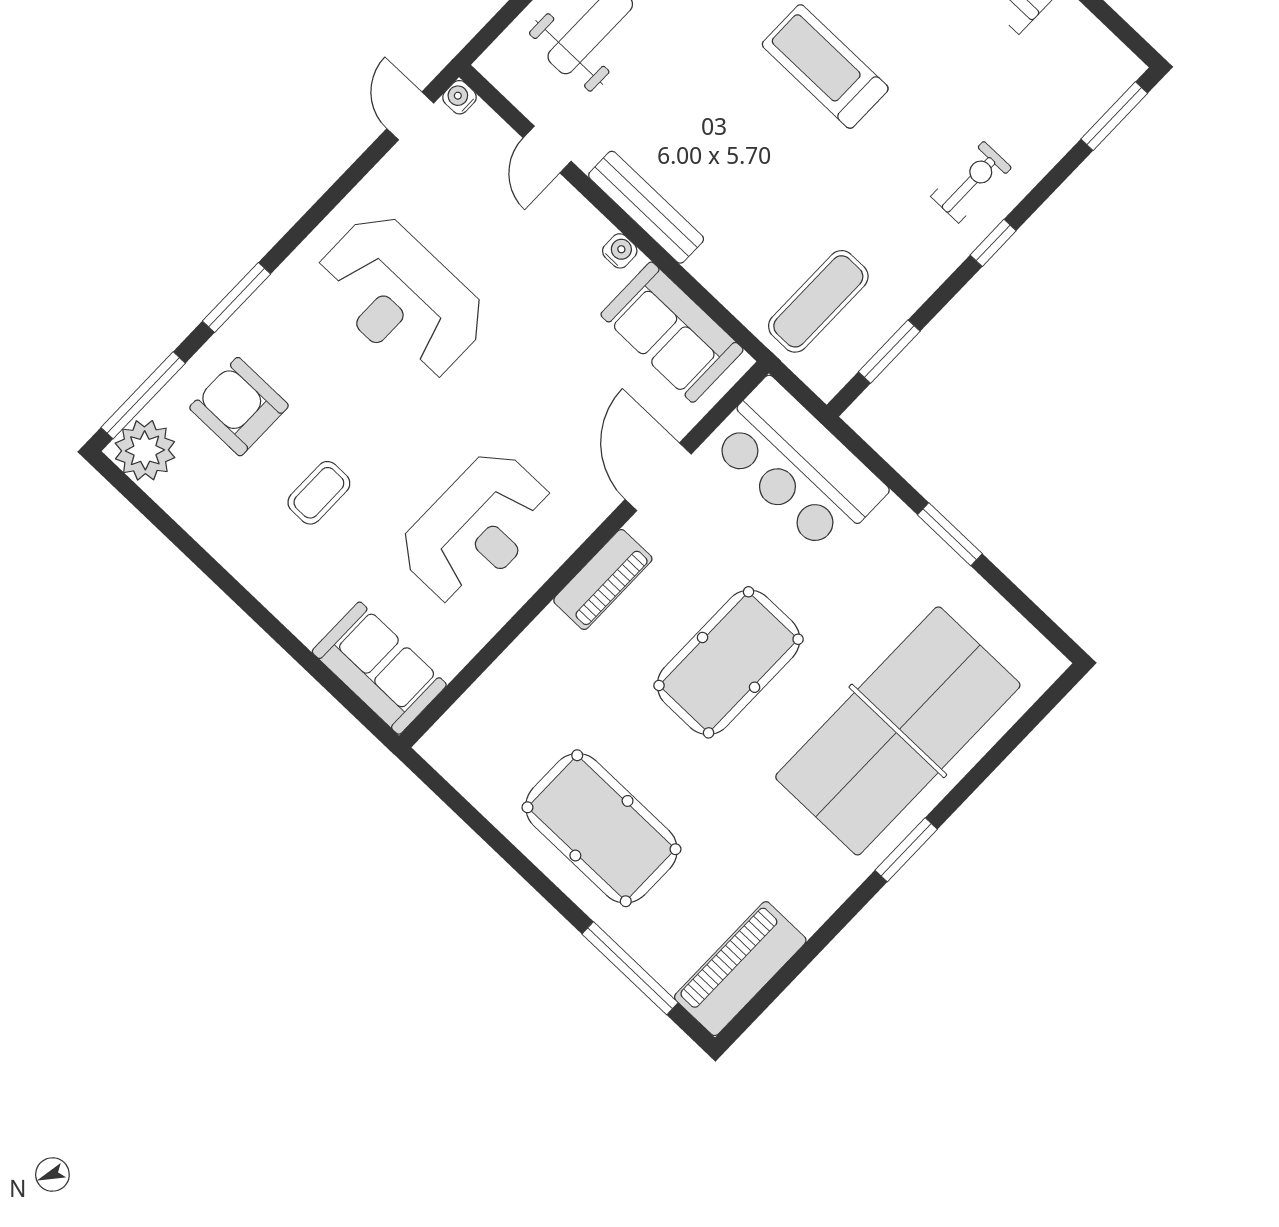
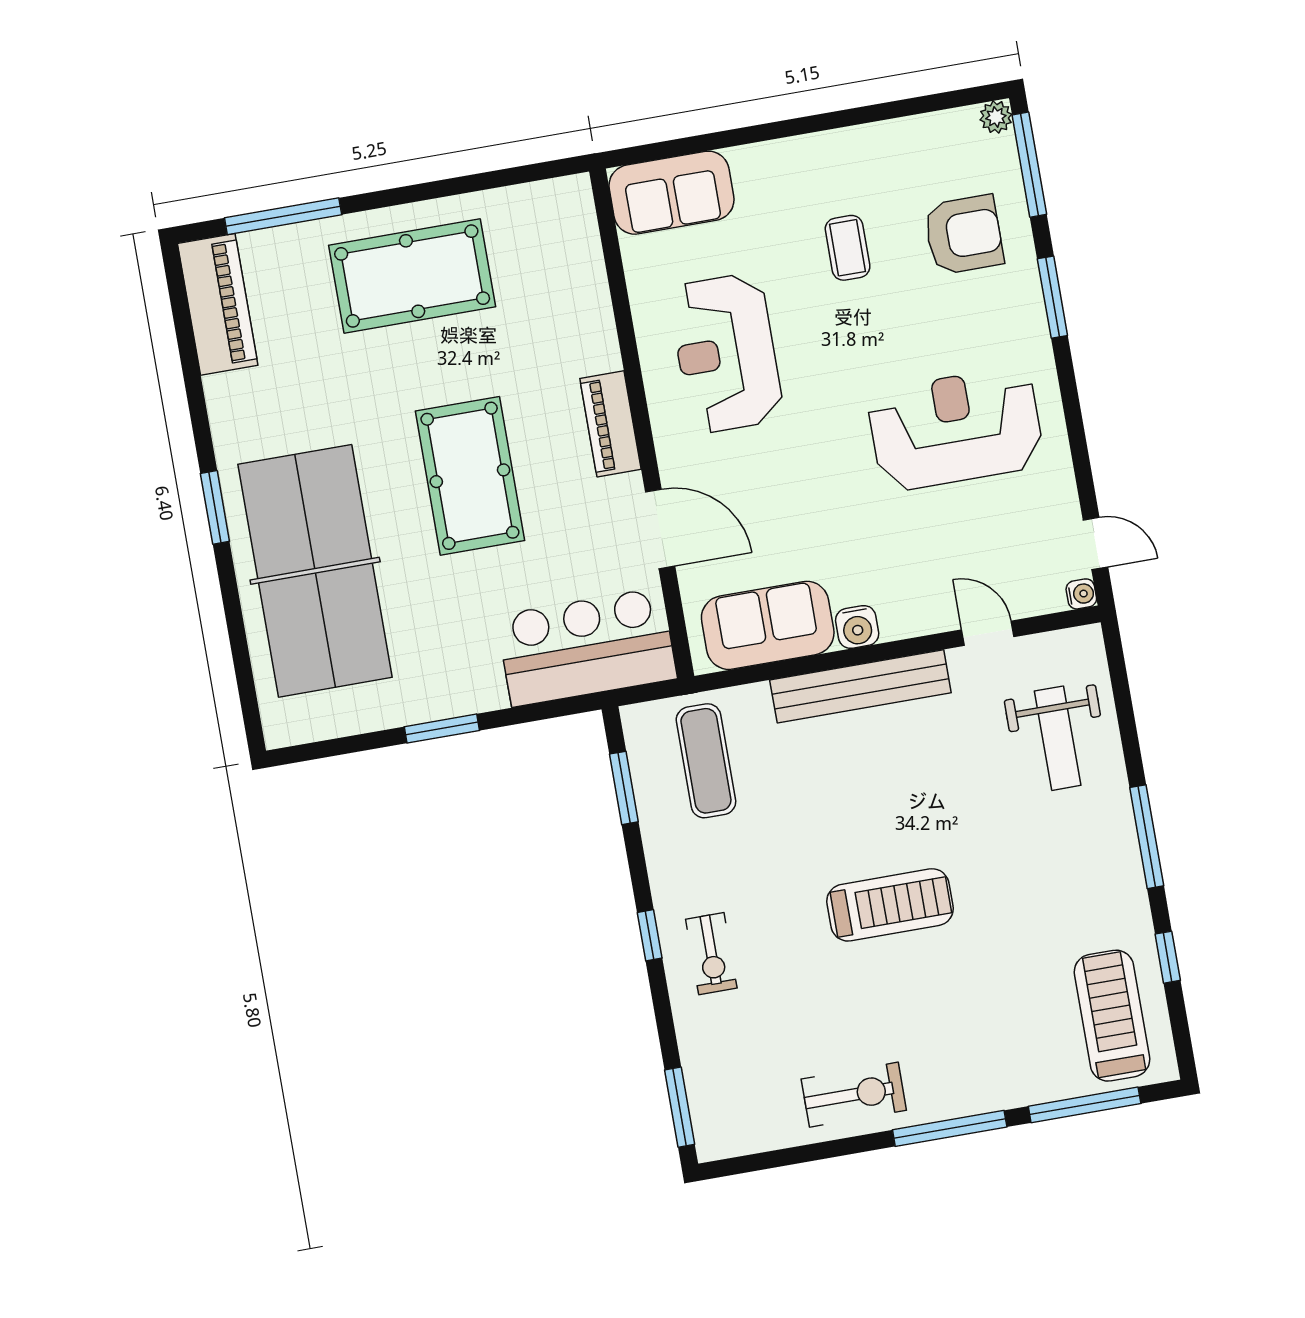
bench: (646, 207) -> (860, 686), width x1.37, depth x1.21
water cooler: (620, 251) -> (857, 627), width x1.38, depth x1.38
plant: (145, 450) -> (996, 117), width x0.53, depth x0.53

